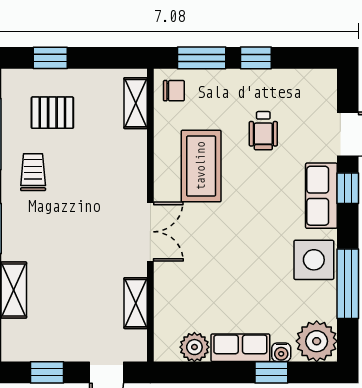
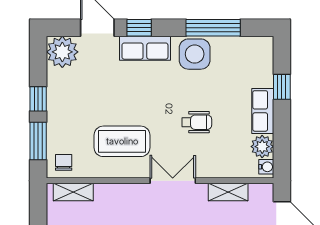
wheelchair: (263, 131) -> (197, 122), moved
plant: (317, 341) -> (62, 52), moved
water cooler: (281, 352) -> (266, 167), moved

